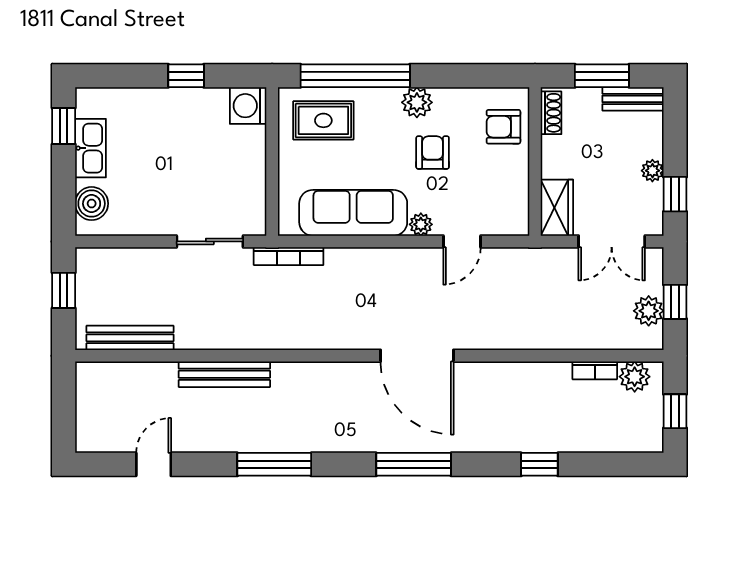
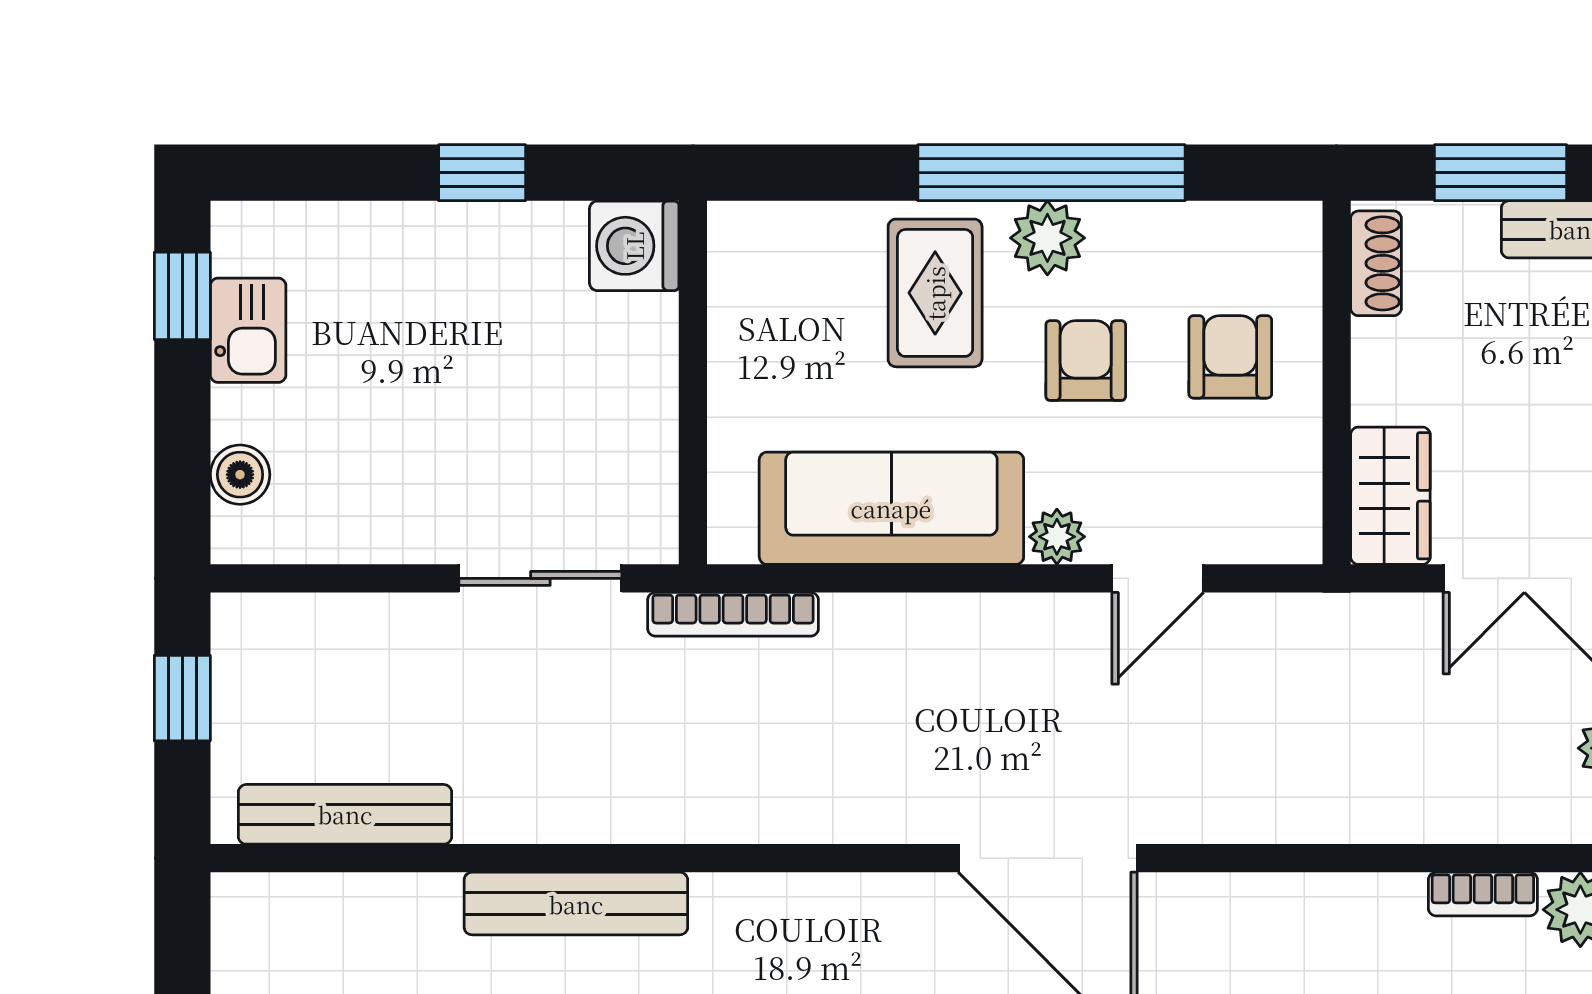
window: (355, 76) -> (1051, 173), moved
rug: (323, 120) -> (935, 293), moved, turned 90
armchair: (503, 127) -> (1230, 357), moved, turned 90
kitchen sink: (90, 148) -> (248, 330), width x0.73
boiler: (92, 204) -> (240, 475), width x0.73, depth x0.73

